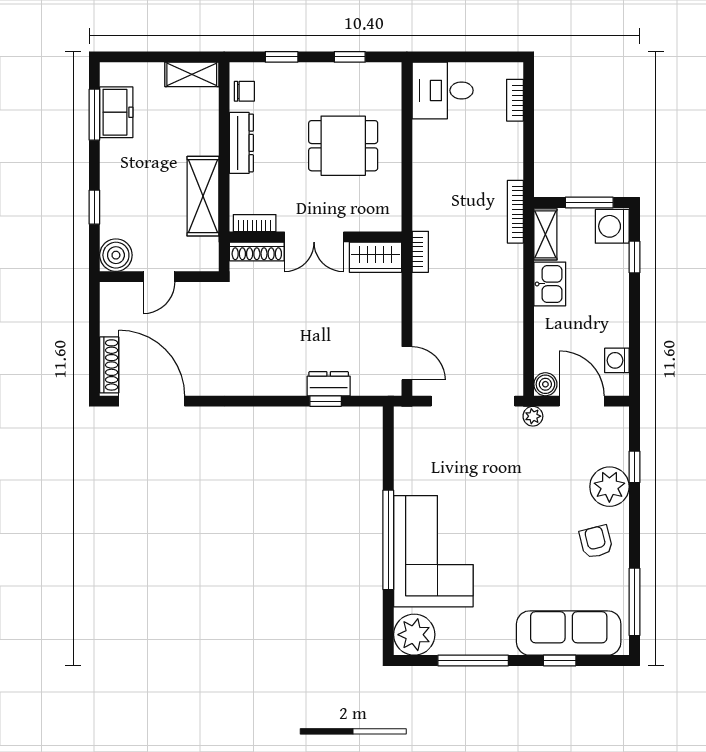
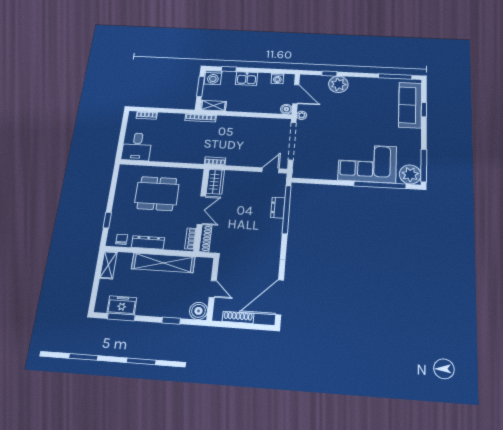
window: (350, 57) -> (113, 188), removed
dining table: (343, 146) -> (157, 194), width x1.38
shelving: (203, 196) -> (163, 263), width x1.47
kitchen sink: (550, 284) -> (247, 79), moved, turned 180
shoe rack: (109, 365) -> (238, 317), moved
window: (326, 401) -> (287, 210), width x3.17
door: (582, 401) -> (296, 94), swing flipped
window: (388, 540) -> (380, 185), moved
armchair: (596, 542) -> (365, 91), removed
window: (473, 661) -> (424, 166), moved

